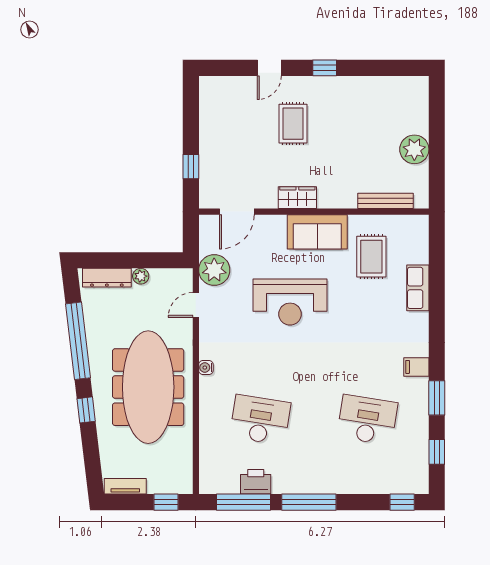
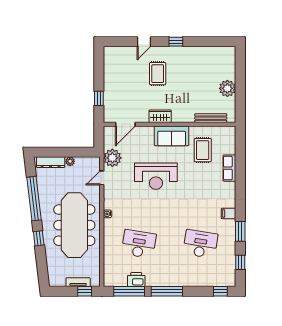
tv unit: (125, 486) -> (78, 282), moved

